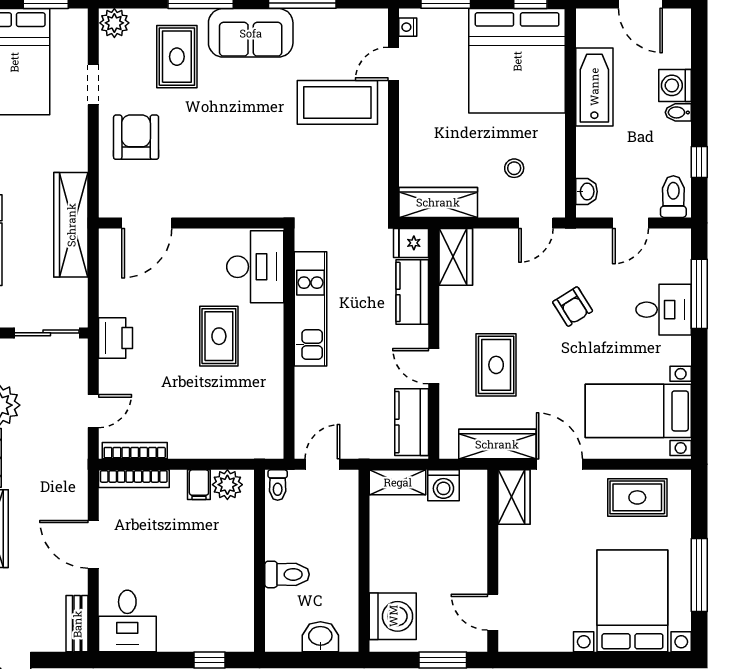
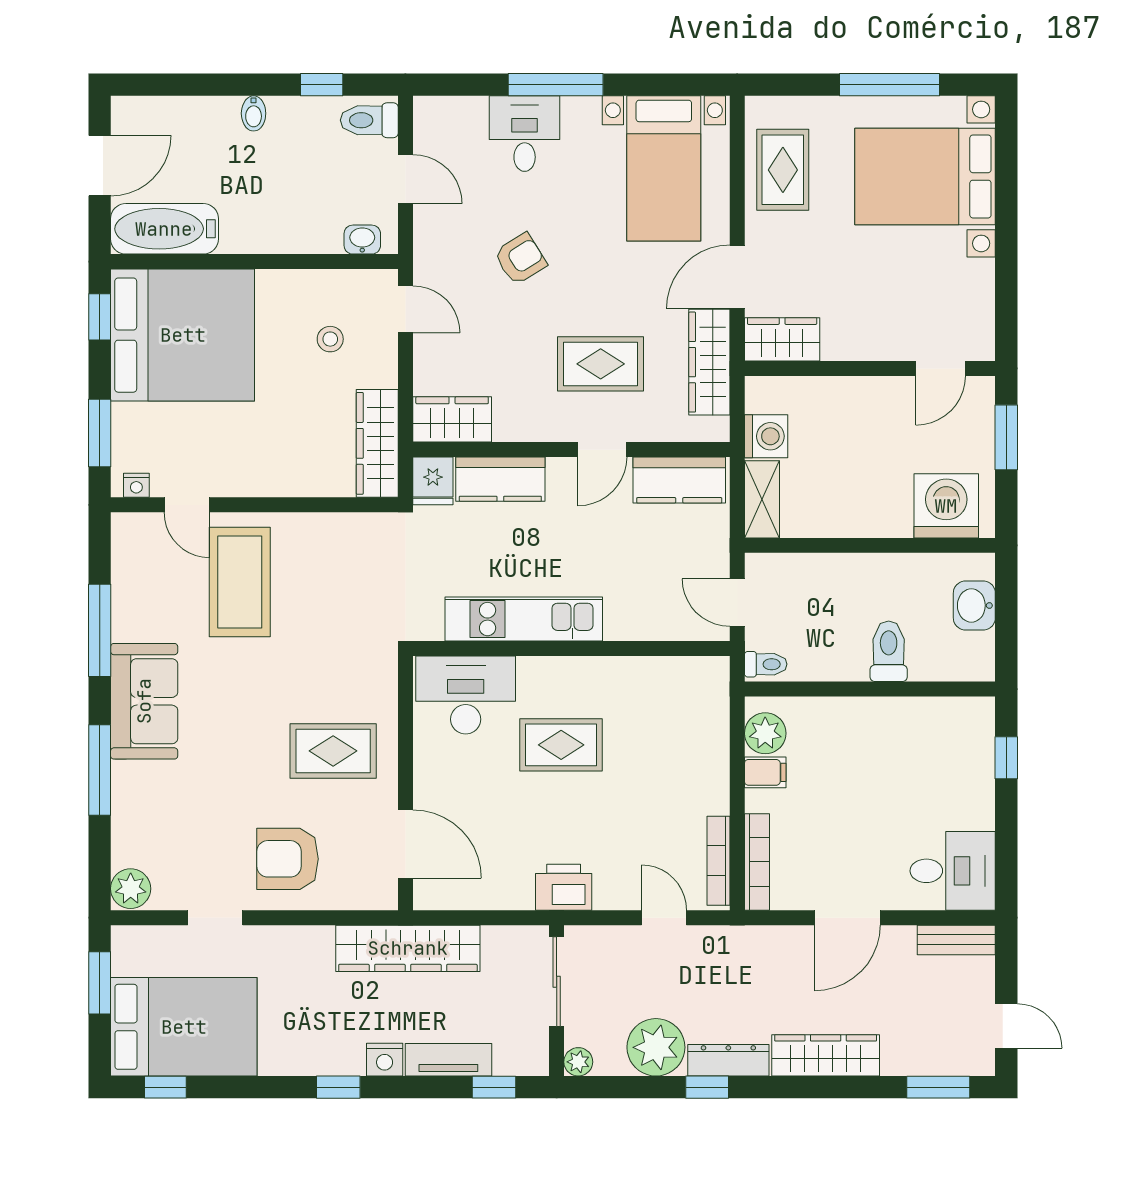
rug: (177, 57) -> (333, 751), moved
washing machine: (675, 85) -> (216, 118), removed
bathtub: (594, 87) -> (164, 229), moved
window: (699, 294) -> (556, 85), moved

